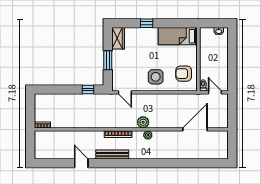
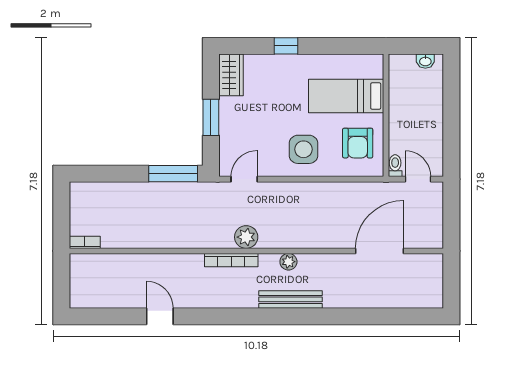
bed: (178, 36) -> (346, 96), moved
armchair: (184, 74) -> (358, 143), turned -90
window: (88, 89) -> (173, 174), width x2.17
door: (125, 92) -> (244, 179), swing flipped
plant: (143, 122) -> (246, 237), moved
bench: (112, 155) -> (290, 299), moved

